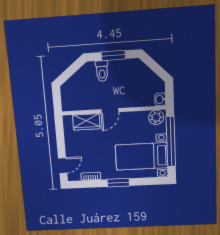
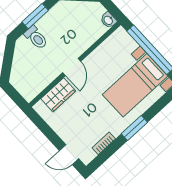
plant: (156, 117) -> (118, 39), removed
door: (63, 165) -> (69, 155), swing flipped

